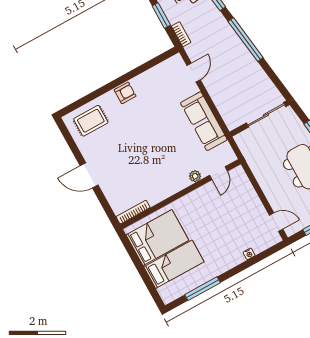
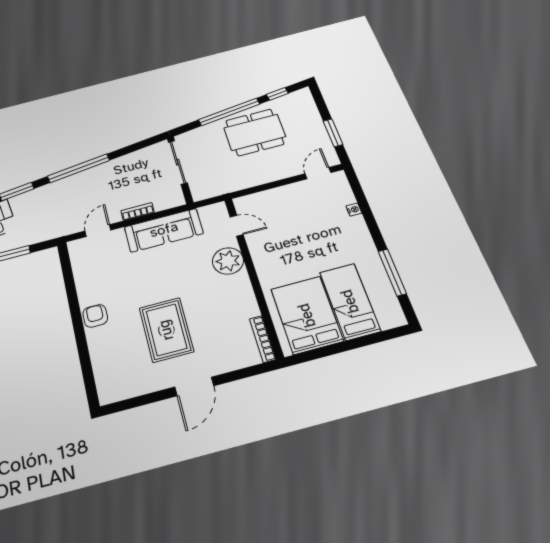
bookcase: (181, 34) -> (138, 212), moved
door: (194, 73) -> (98, 231), hinge flipped
rug: (91, 121) -> (166, 330), moved, width x1.36, depth x1.43
plant: (195, 176) -> (228, 261), width x1.88, depth x1.88

